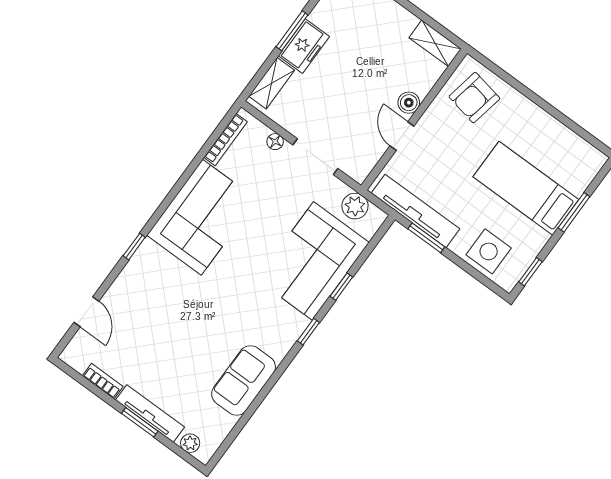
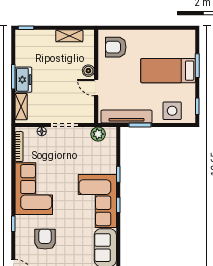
shelving: (435, 43) -> (69, 36), moved
armchair: (474, 98) -> (116, 47), turned 79
corner sofa: (313, 261) -> (97, 201), moved
armchair: (164, 303) -> (45, 239), added

